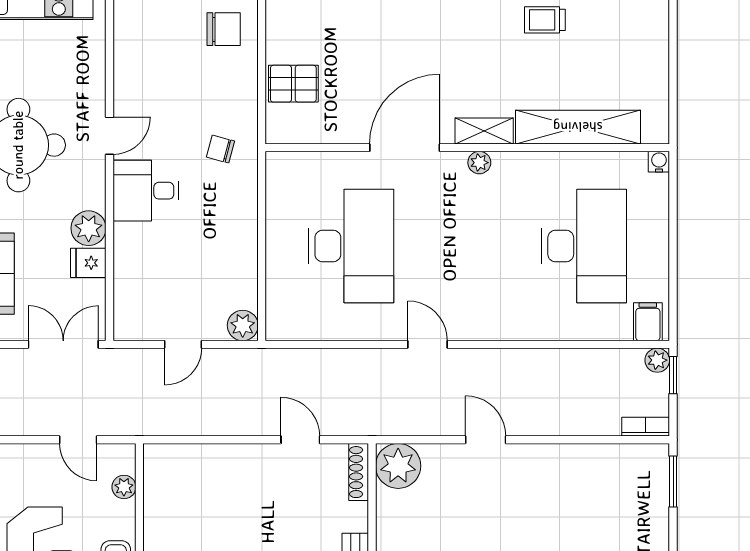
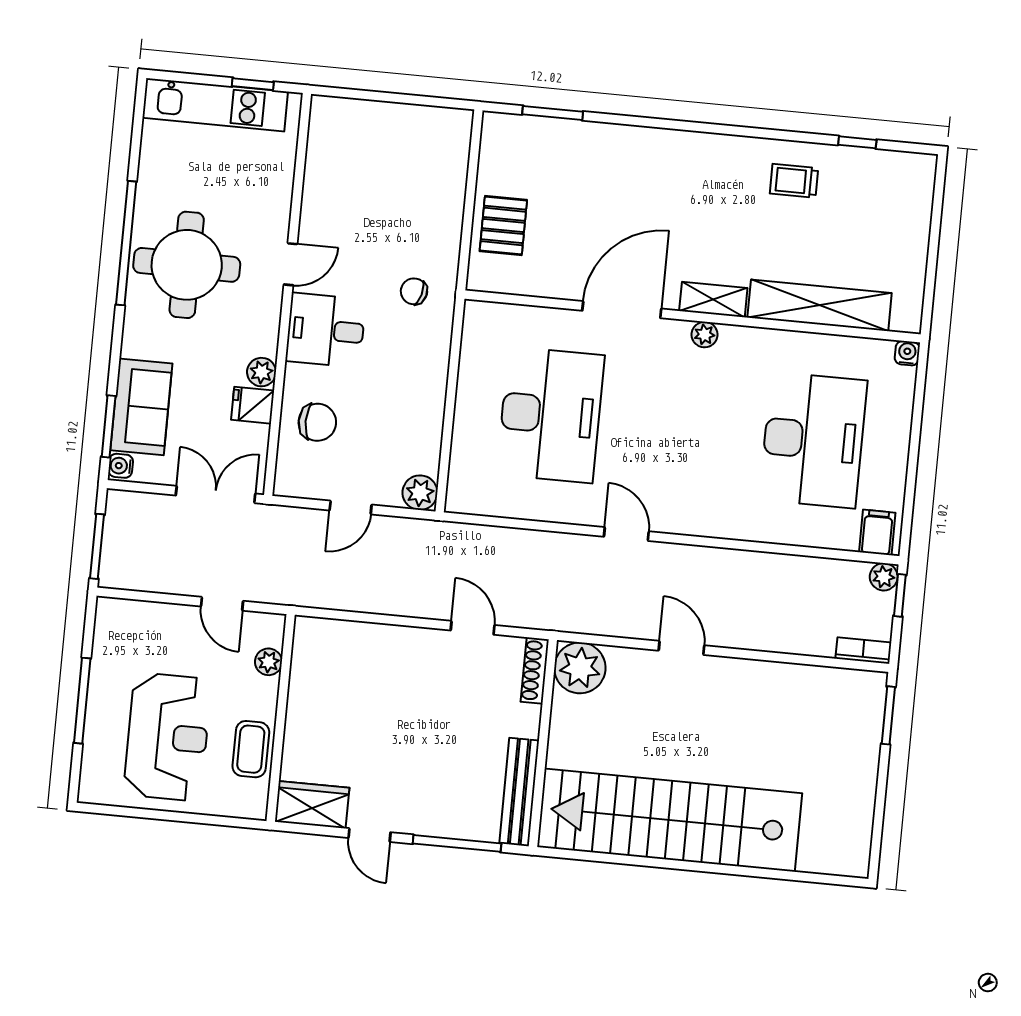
chair: (224, 29) -> (317, 422), moved
pallet: (293, 84) -> (503, 225), turned 90
plant: (89, 228) -> (262, 372), width x0.73, depth x0.73

